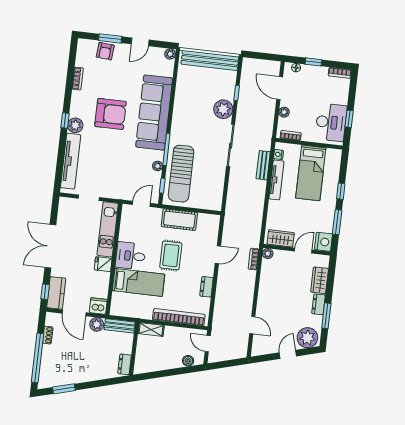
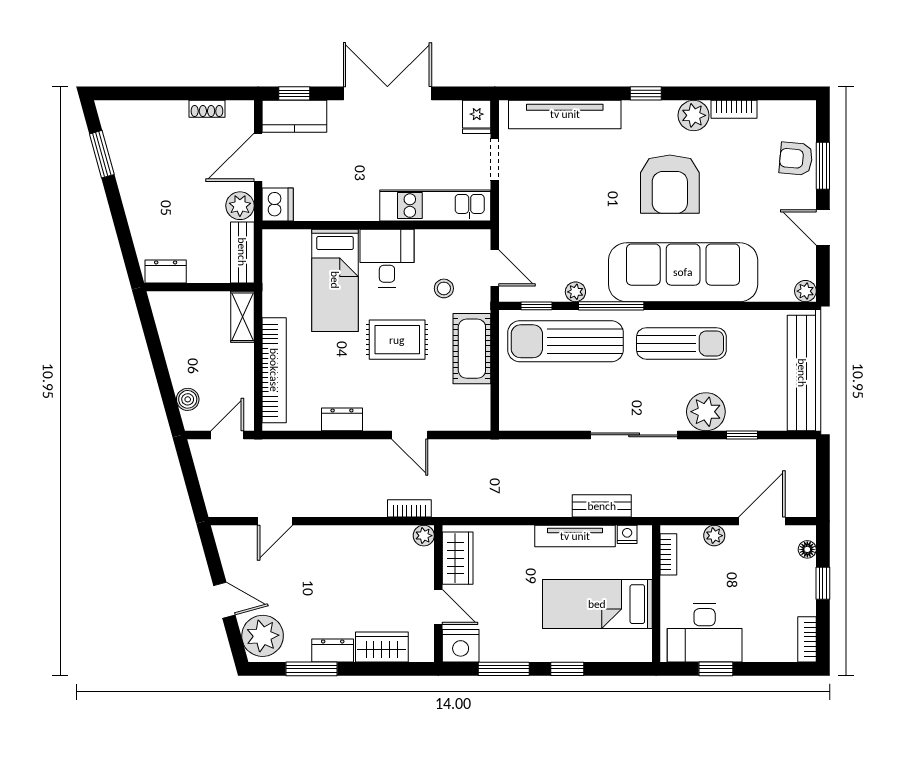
sun lounger: (189, 117) -> (681, 343), added
plant: (75, 125) -> (694, 115), moved
stool: (149, 230) -> (444, 288), added
fridge: (103, 264) -> (477, 117), moved, turned 180
window: (37, 358) -> (158, 93), removed

